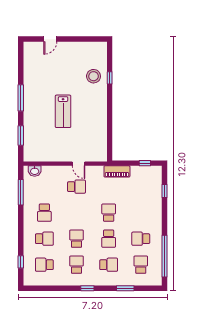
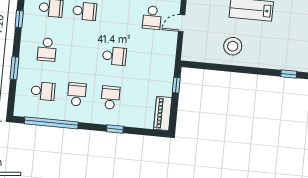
stool: (94, 76) -> (233, 46), moved
window: (145, 163) -> (176, 85), moved
piano: (117, 171) -> (163, 113), moved
window: (164, 191) -> (115, 129), moved
school desk: (109, 239) -> (110, 98), moved, turned 90

